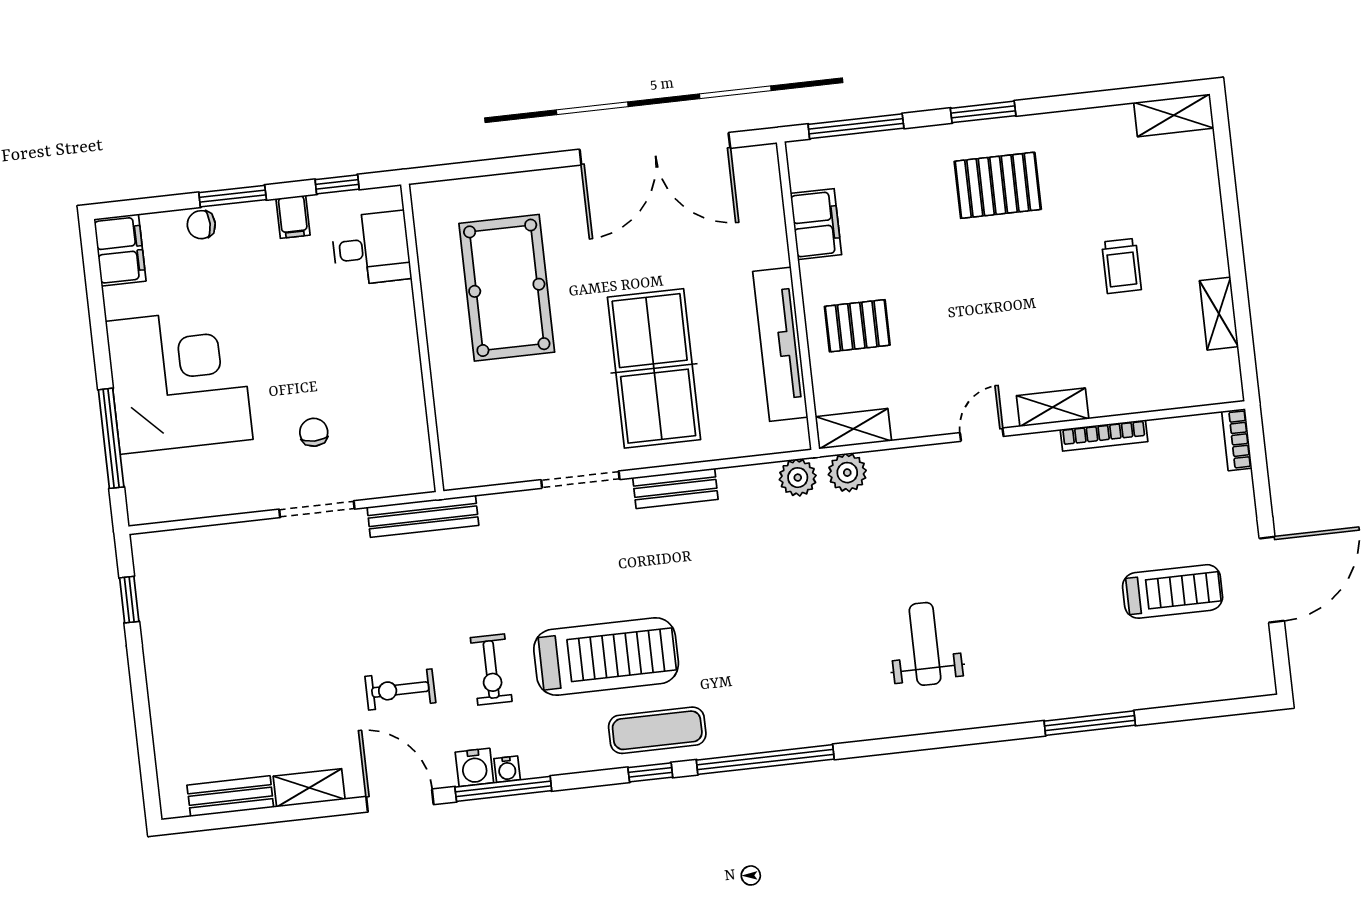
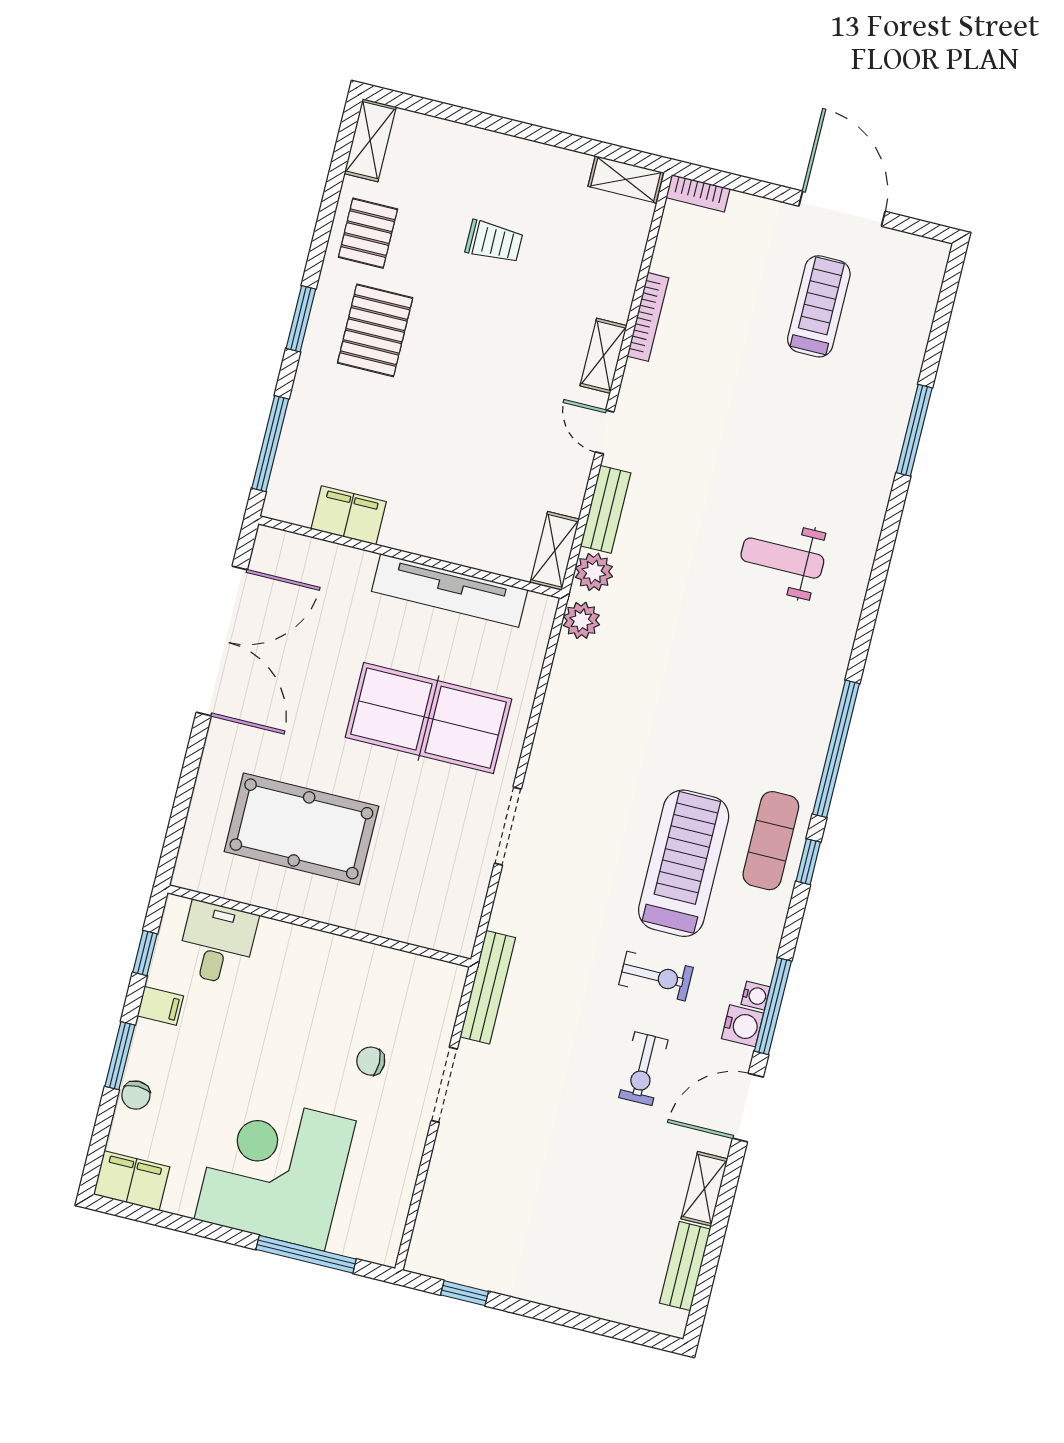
shelving: (1219, 314) -> (626, 179), moved
pallet: (857, 326) -> (368, 233), moved
bench: (675, 488) -> (606, 509), moved

